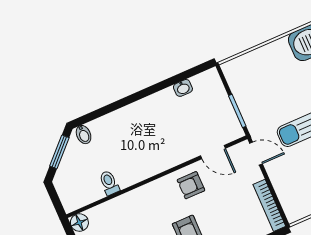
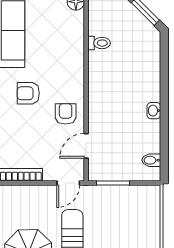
washbasin: (183, 88) -> (154, 111), moved
bidet: (84, 135) -> (151, 160), moved

